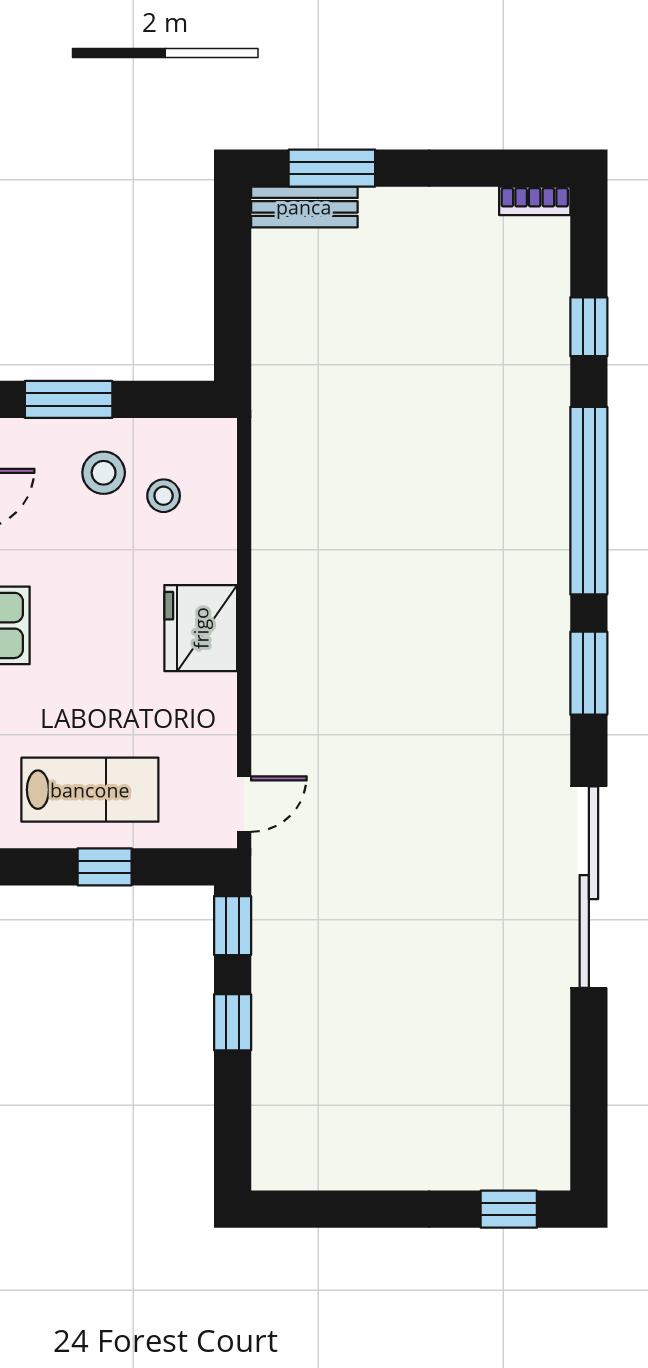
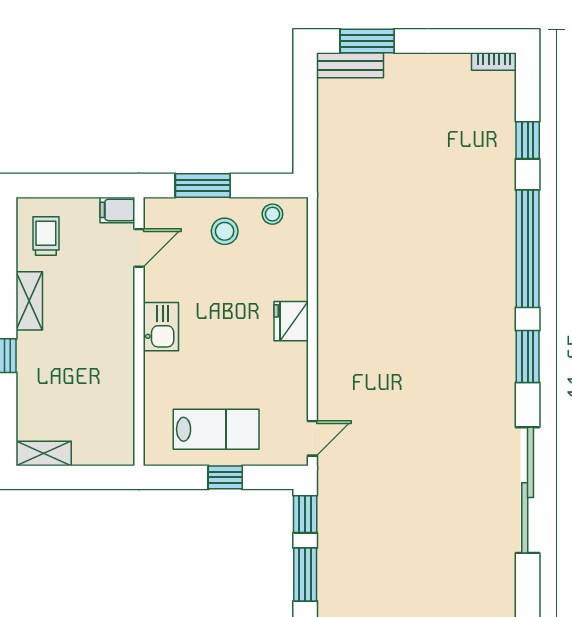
stool: (164, 496) -> (272, 214), moved
fridge: (201, 628) -> (291, 321), width x0.73, depth x0.75
window: (233, 1022) -> (305, 574), width x1.50

